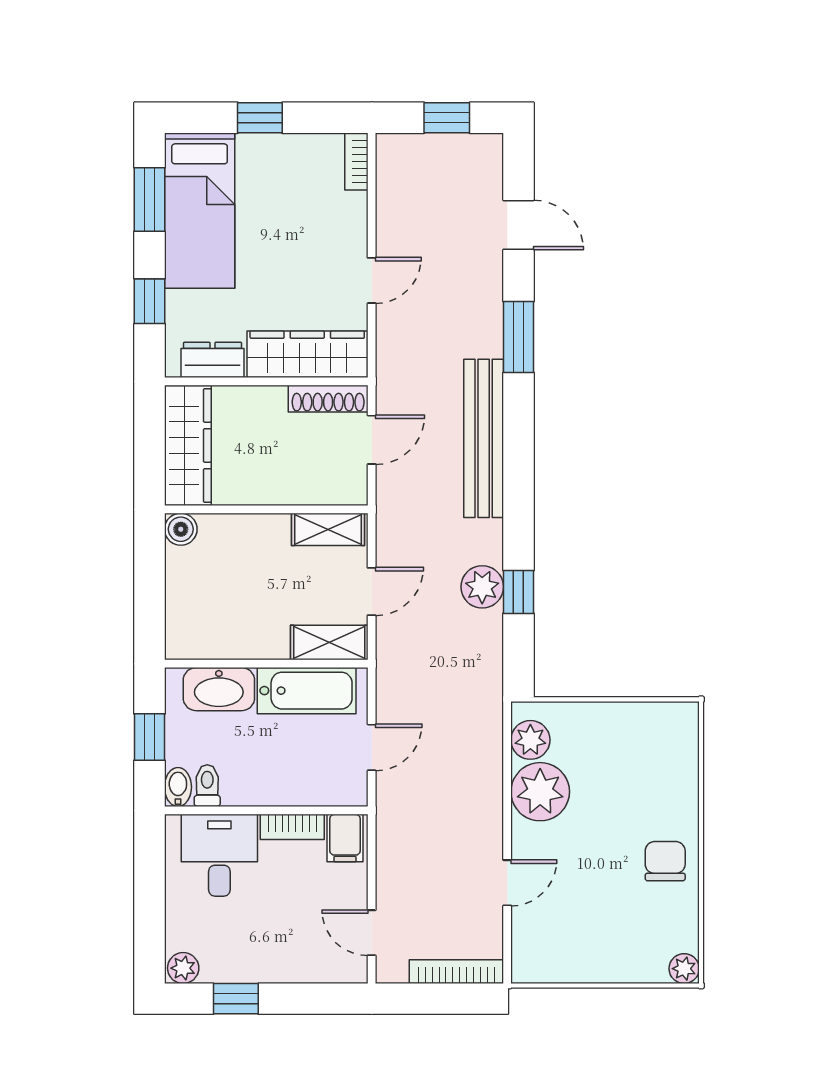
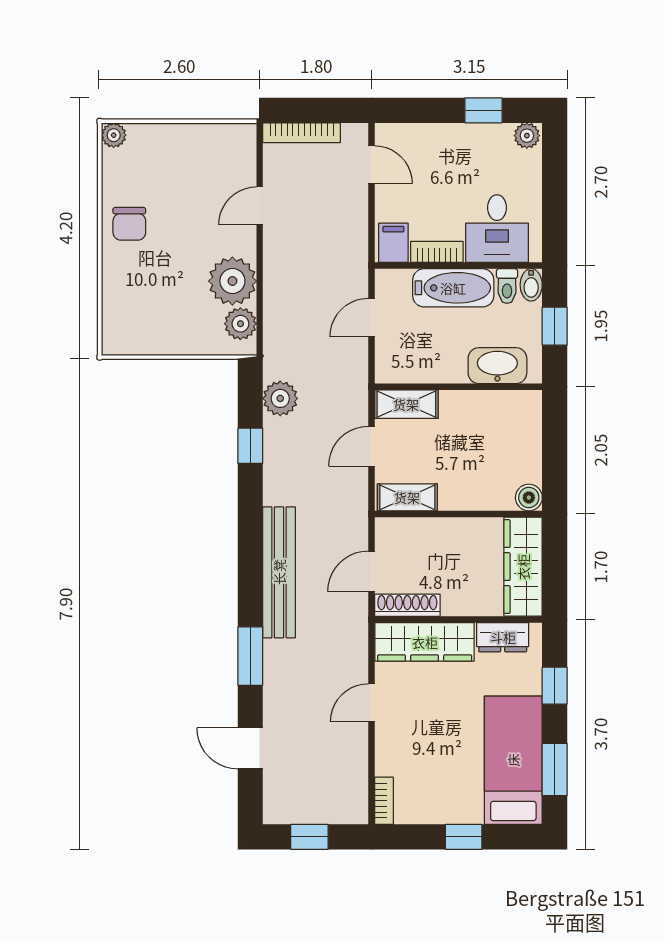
plant: (482, 587) -> (280, 398), moved
bathtub: (307, 691) -> (453, 288), moved, turned 180

